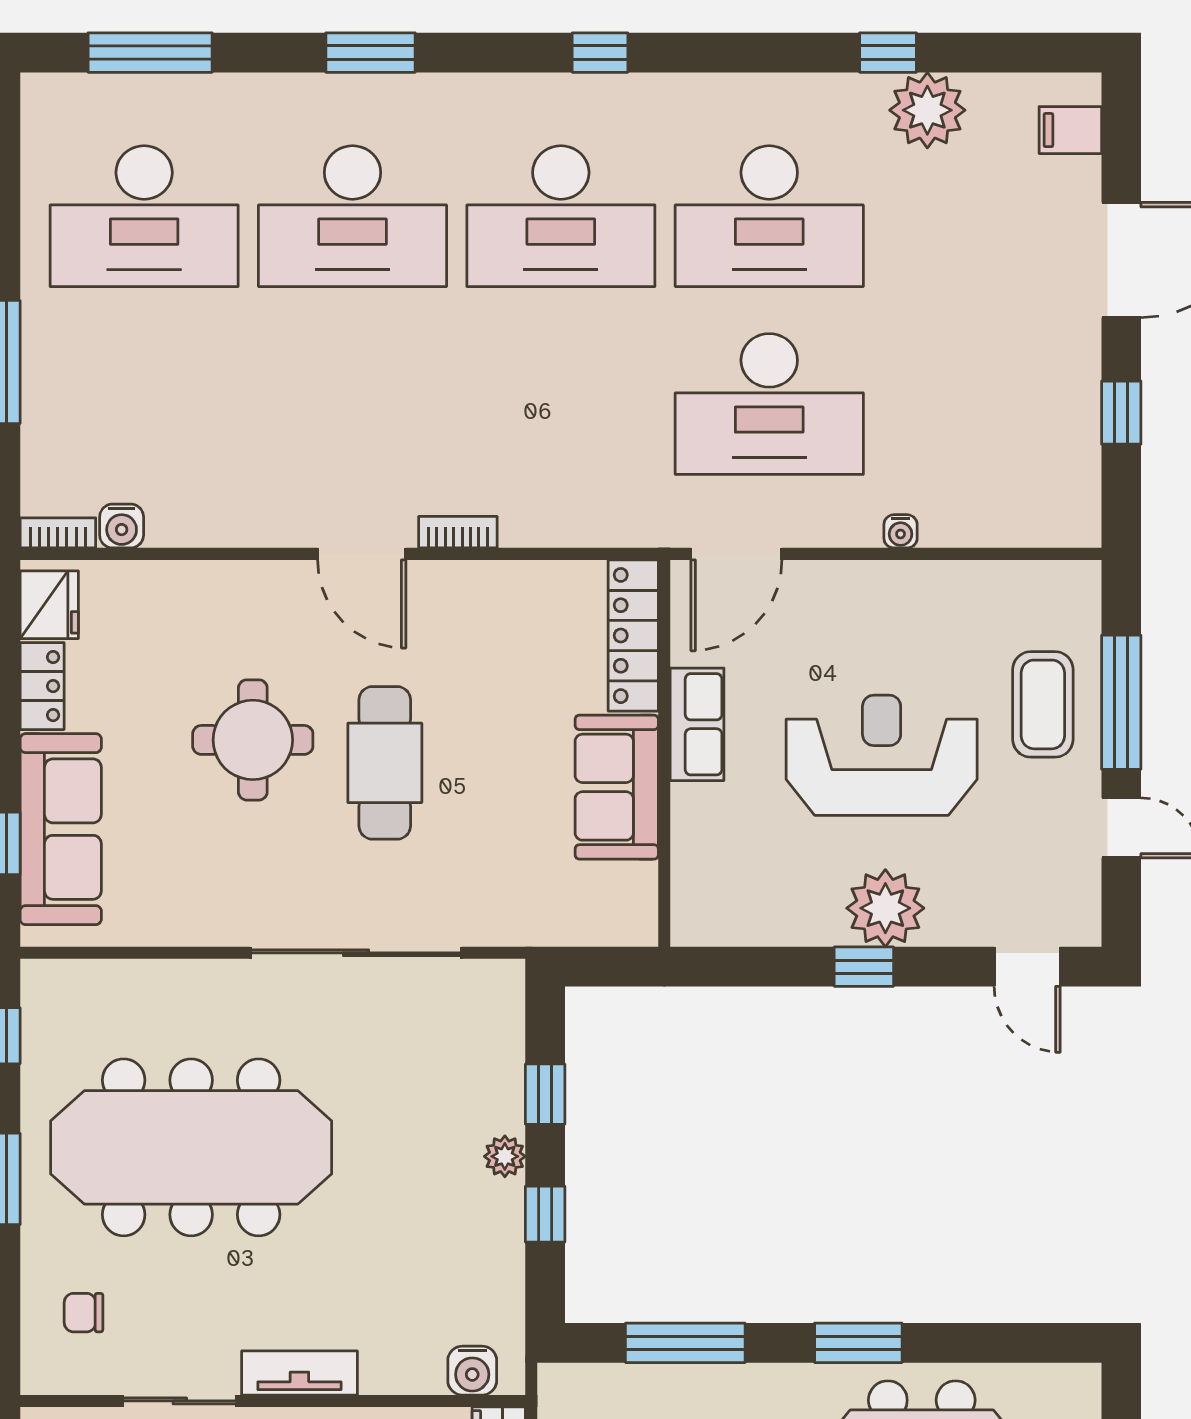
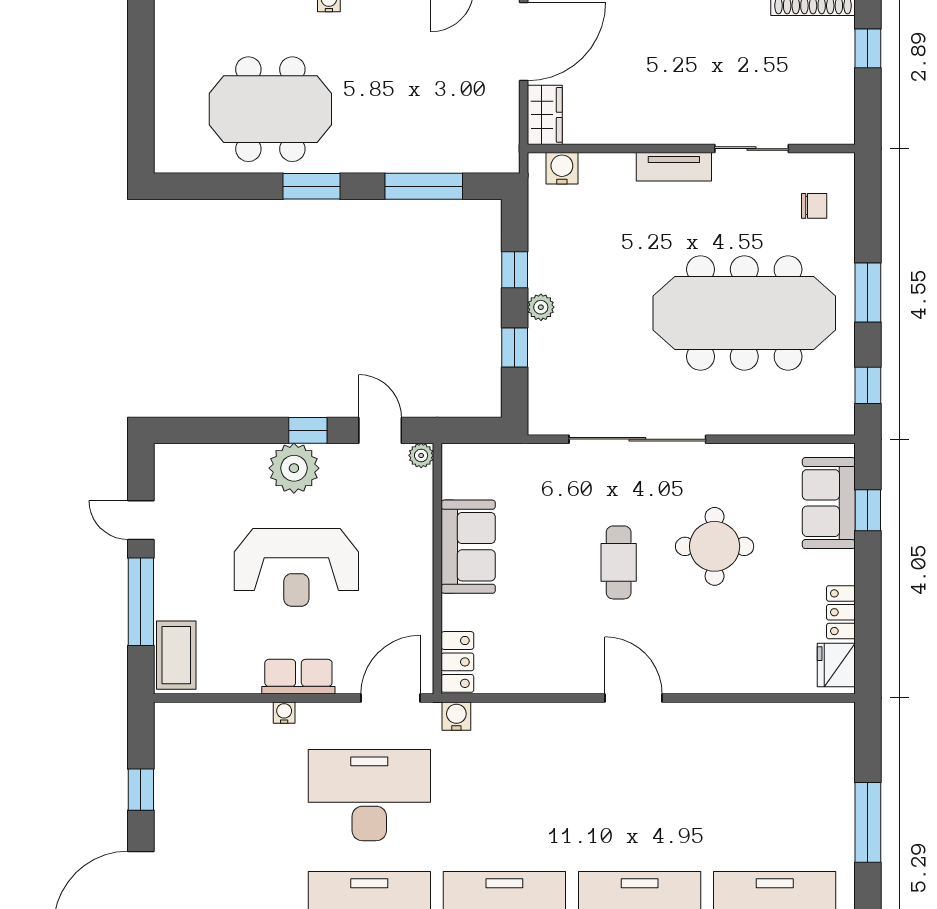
water cooler: (122, 526) -> (456, 716), moved
bookcase: (458, 532) -> (571, 712), removed
bookcase: (58, 533) -> (831, 712), removed
locker: (633, 636) -> (457, 662), width x0.66
coffee table: (1043, 704) -> (176, 655), moved
row of seats: (697, 724) -> (298, 677), moved, turned 90
round table: (253, 740) -> (715, 546), moved
cafe table: (385, 763) -> (619, 562), width x0.73, depth x0.74
sofa: (61, 829) -> (829, 503), width x0.73
plant: (689, 928) -> (421, 455), added
door: (1027, 967) -> (380, 430), moved

